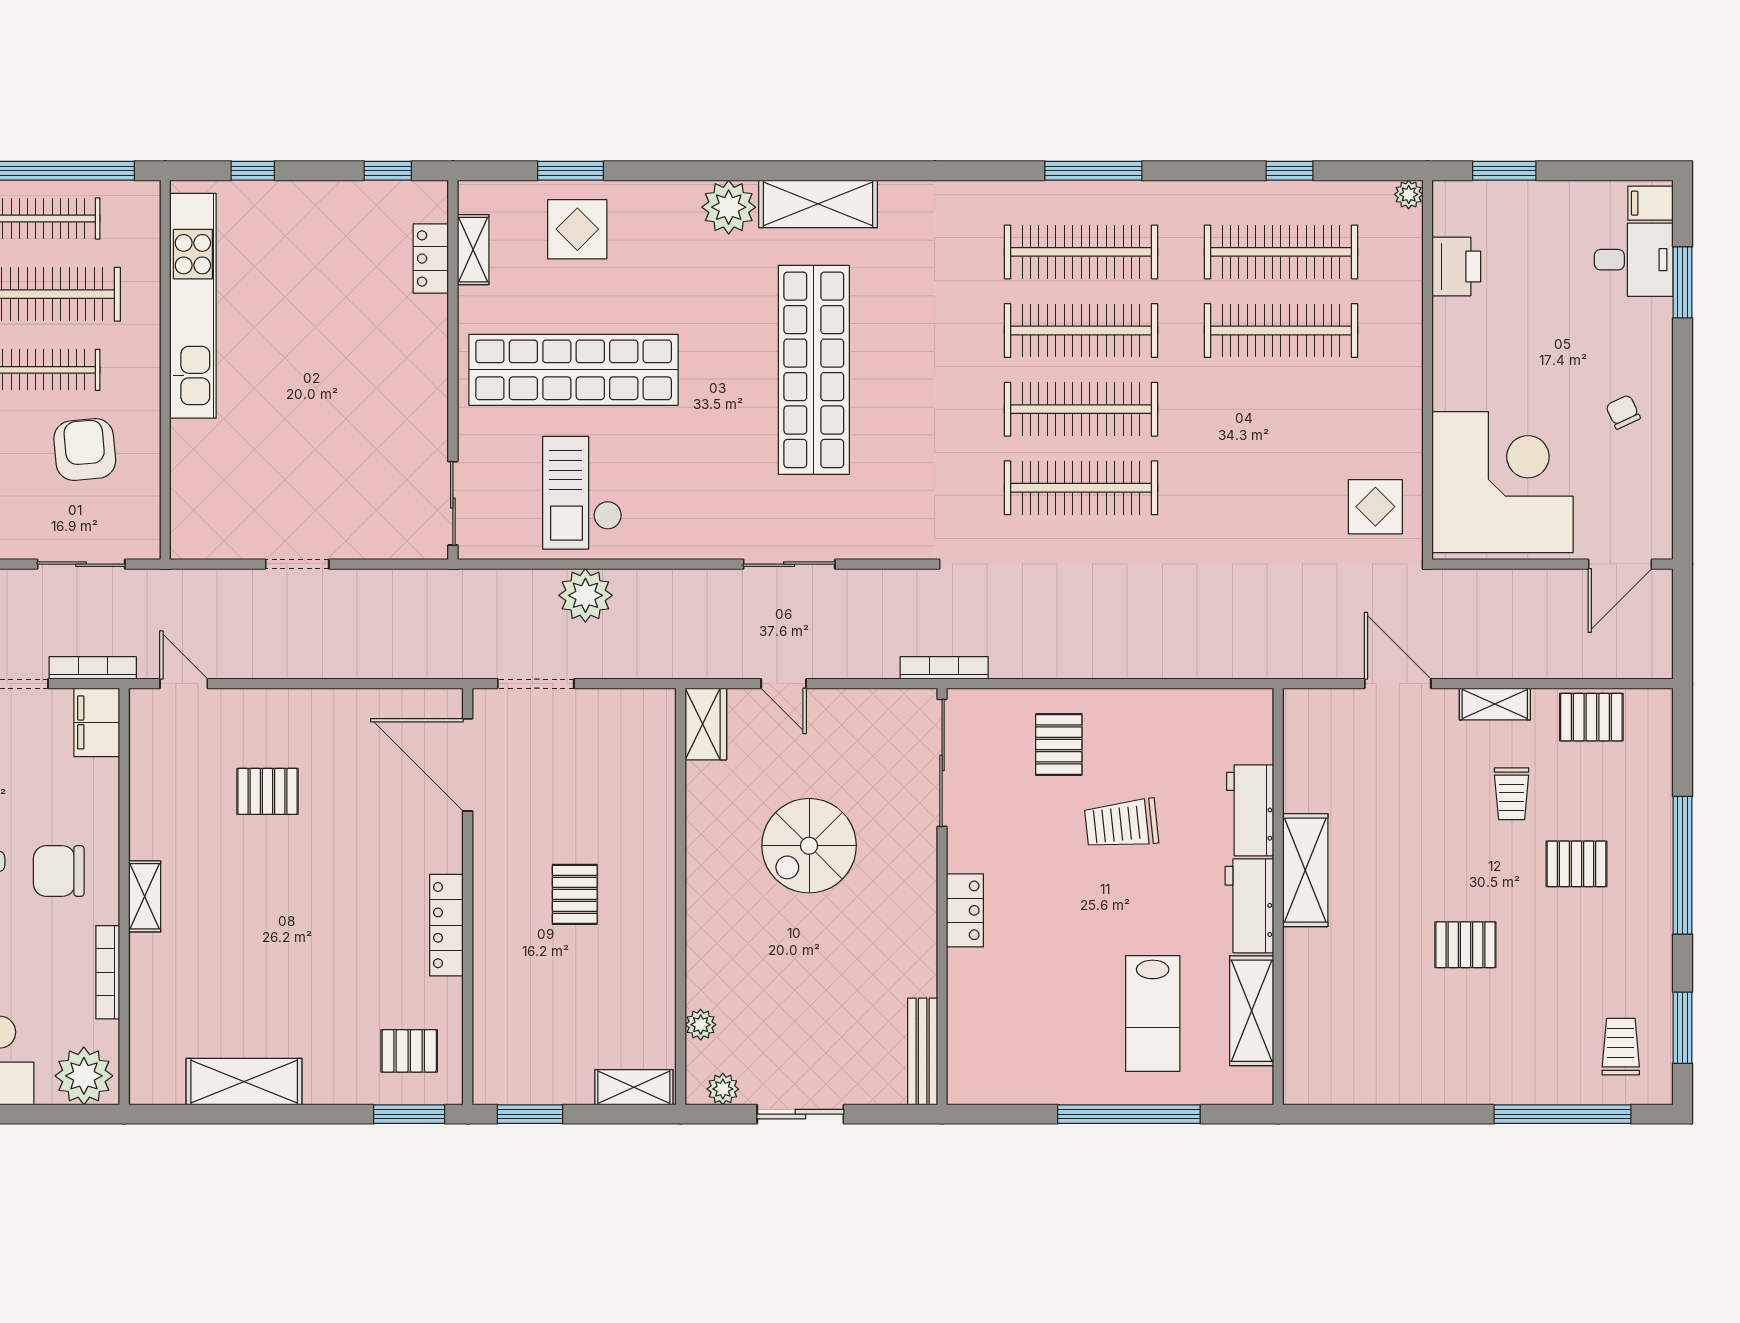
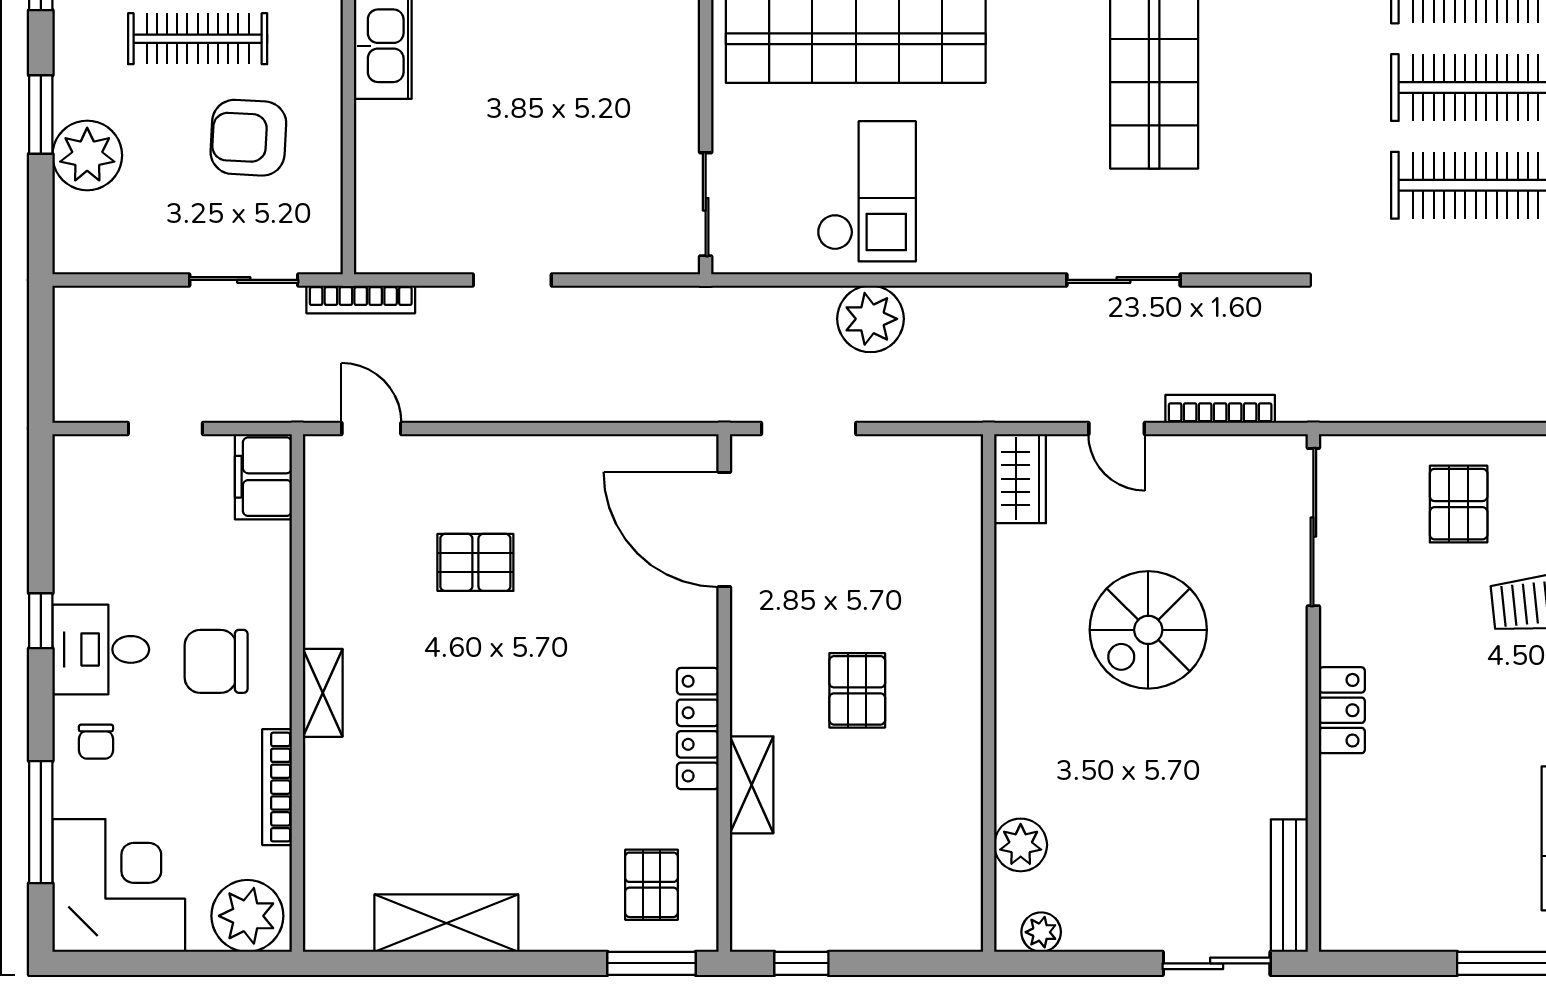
armchair: (85, 450) -> (248, 138), turned -82
checkout: (582, 493) -> (867, 191), turned 180
bookcase: (93, 668) -> (361, 299), moved, turned 180
bookcase: (944, 668) -> (1220, 409), moved
plant: (701, 1025) -> (1021, 845), width x1.38, depth x1.38
pallet: (409, 1051) -> (651, 885), turned 90
shelving: (634, 1087) -> (752, 785), moved, turned 90
window: (530, 1114) -> (801, 963), width x0.67
sliding door: (800, 1114) -> (1217, 963), moved

